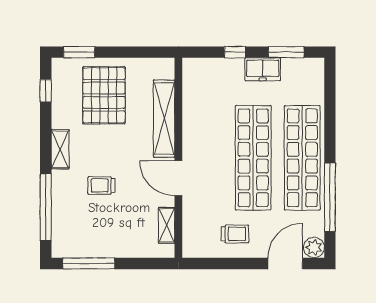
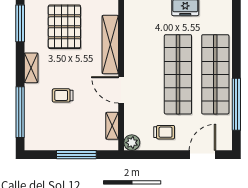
window: (46, 91) -> (20, 23), width x2.17
plant: (314, 247) -> (132, 143), moved
window: (89, 263) -> (76, 155), moved

